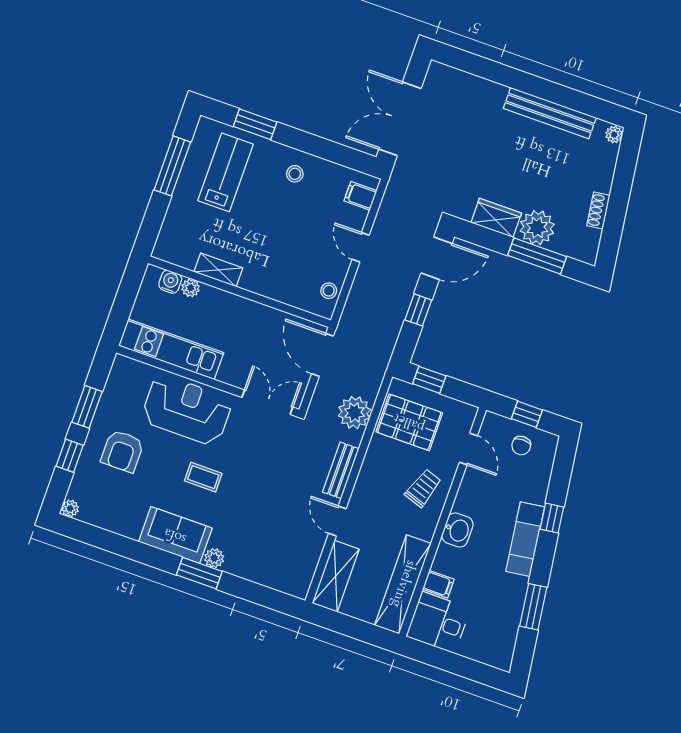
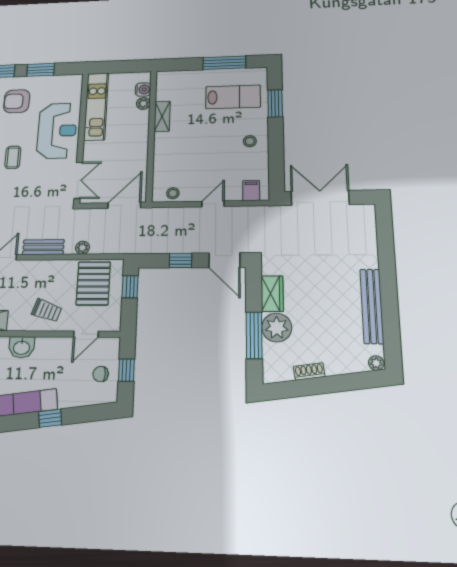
plant: (354, 413) -> (83, 248), width x0.53, depth x0.53

